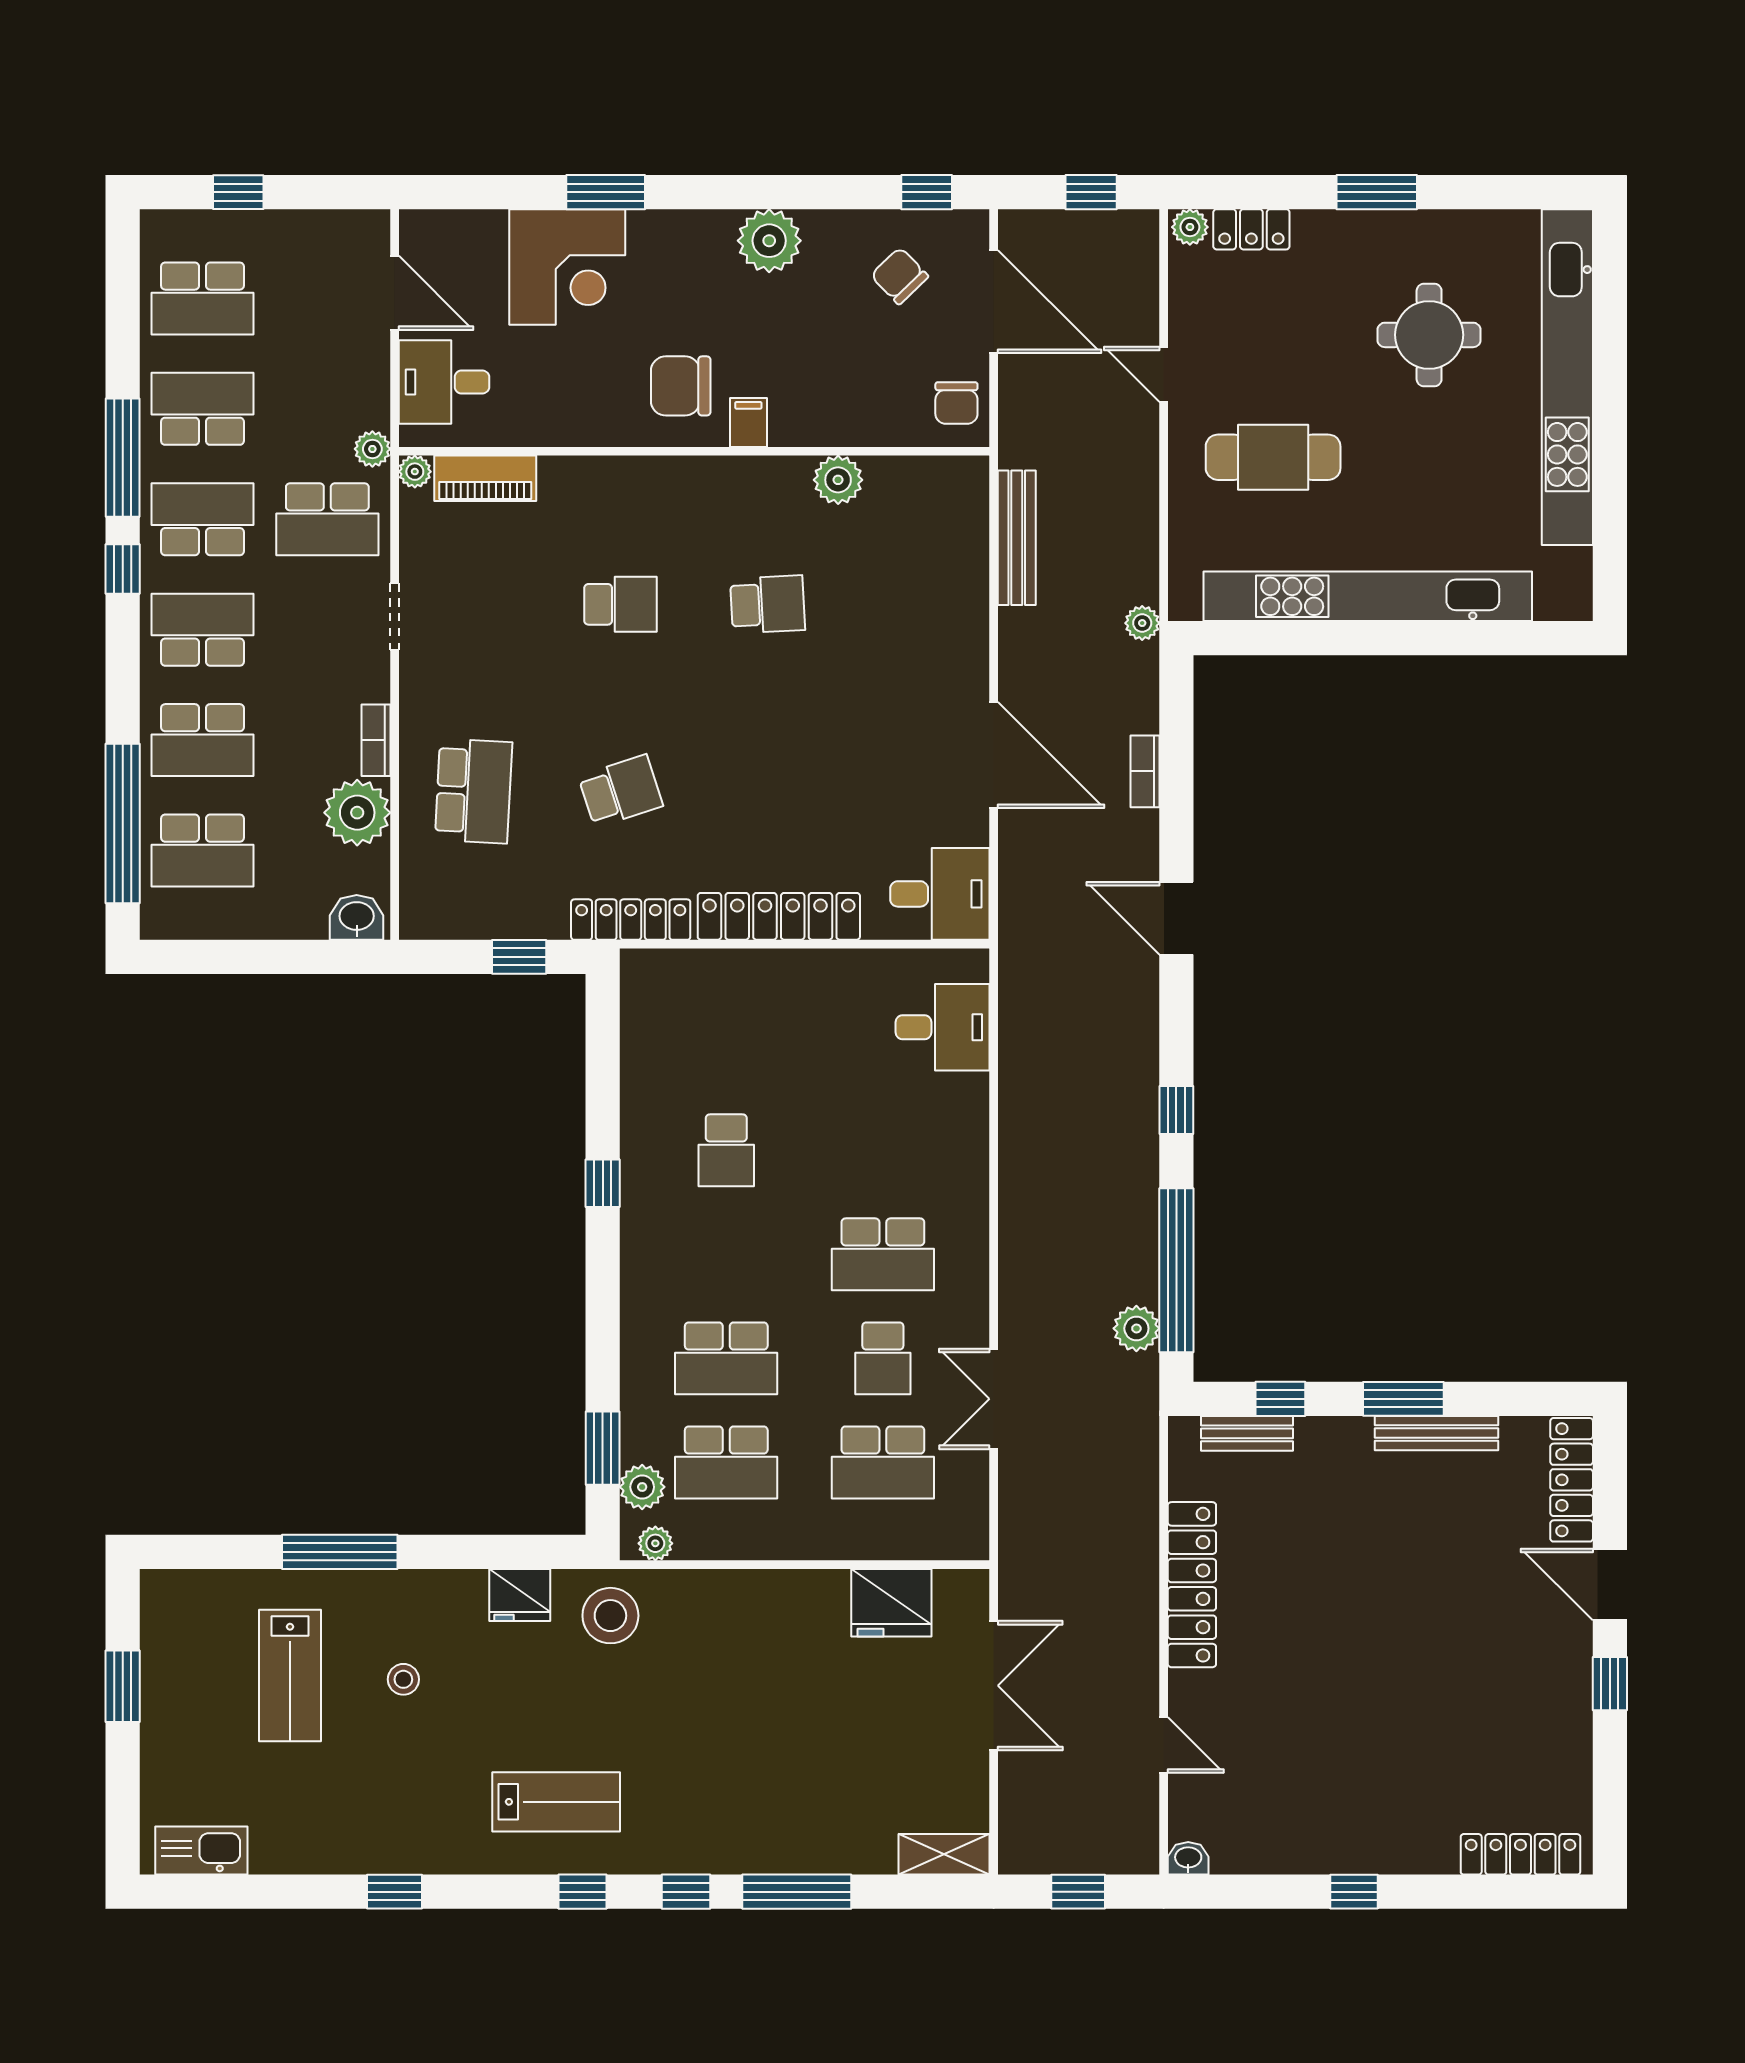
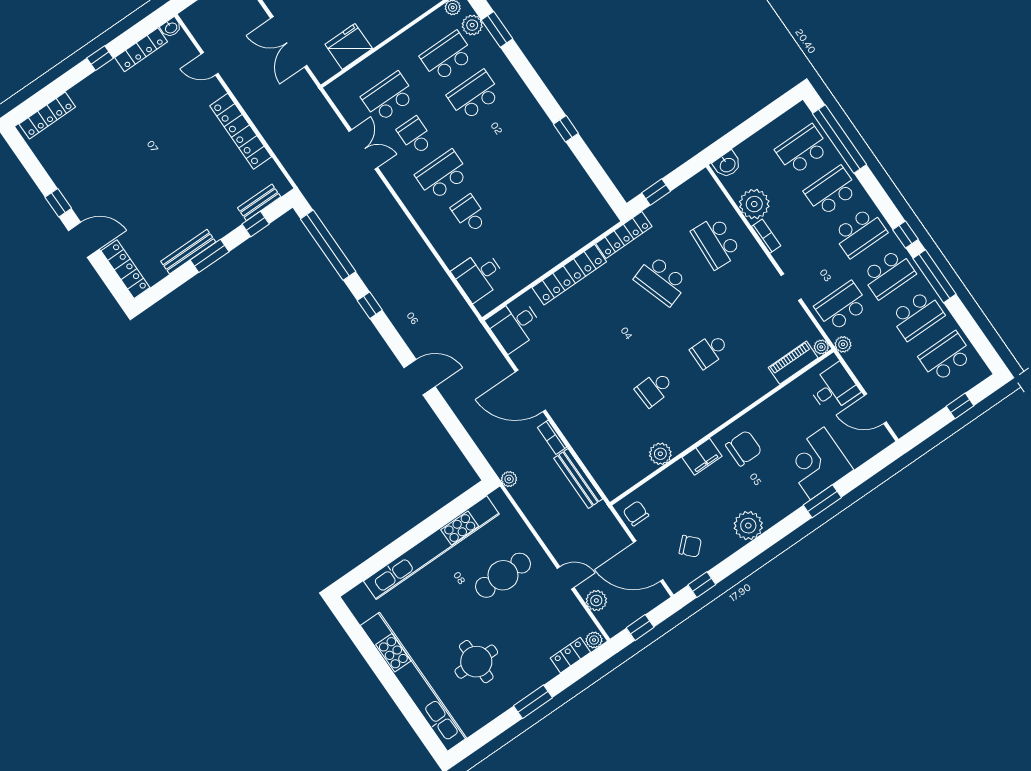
filing cabinet: (748, 422) -> (702, 457), width x2.00
bookcase: (1145, 771) -> (552, 437), moved, turned 180
school desk: (621, 791) -> (661, 281), width x1.85
school desk: (726, 1150) -> (469, 214), moved
plant: (1136, 1328) -> (596, 600), moved
locker: (1269, 1856) -> (141, 50), added

